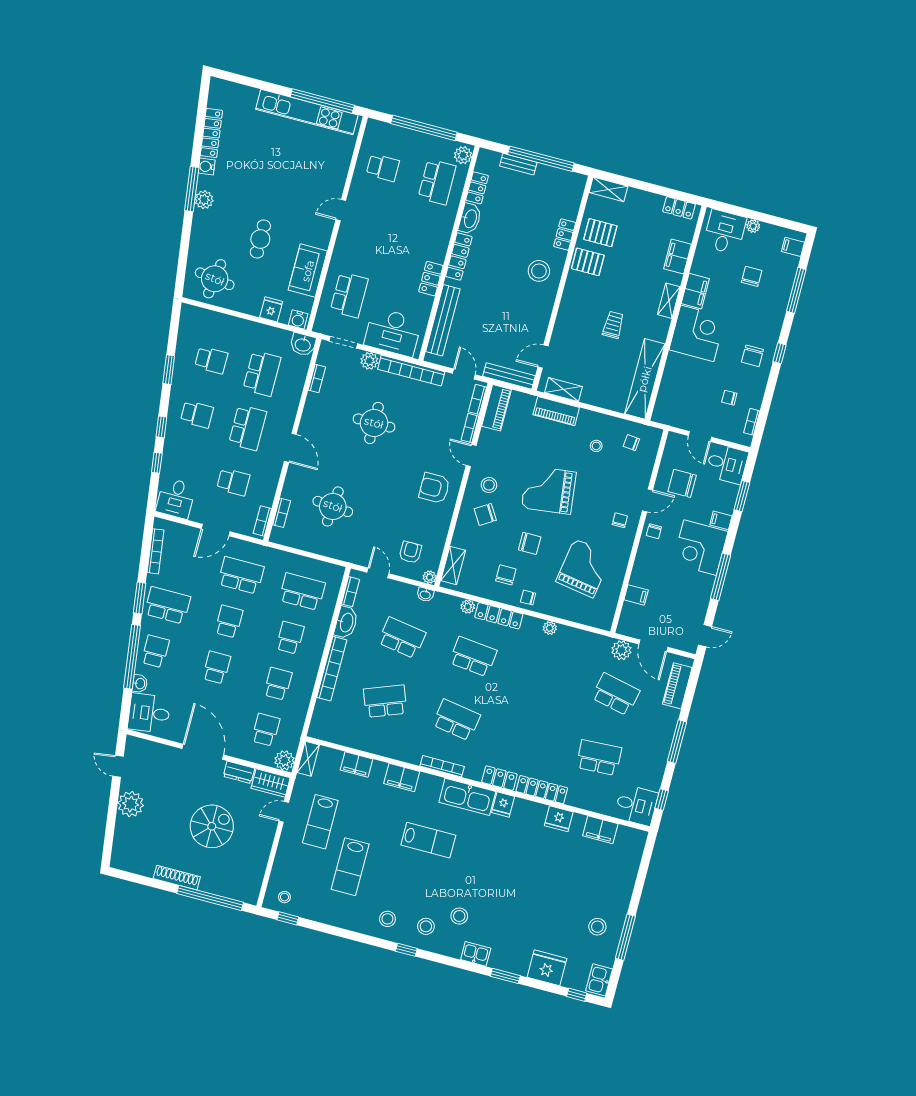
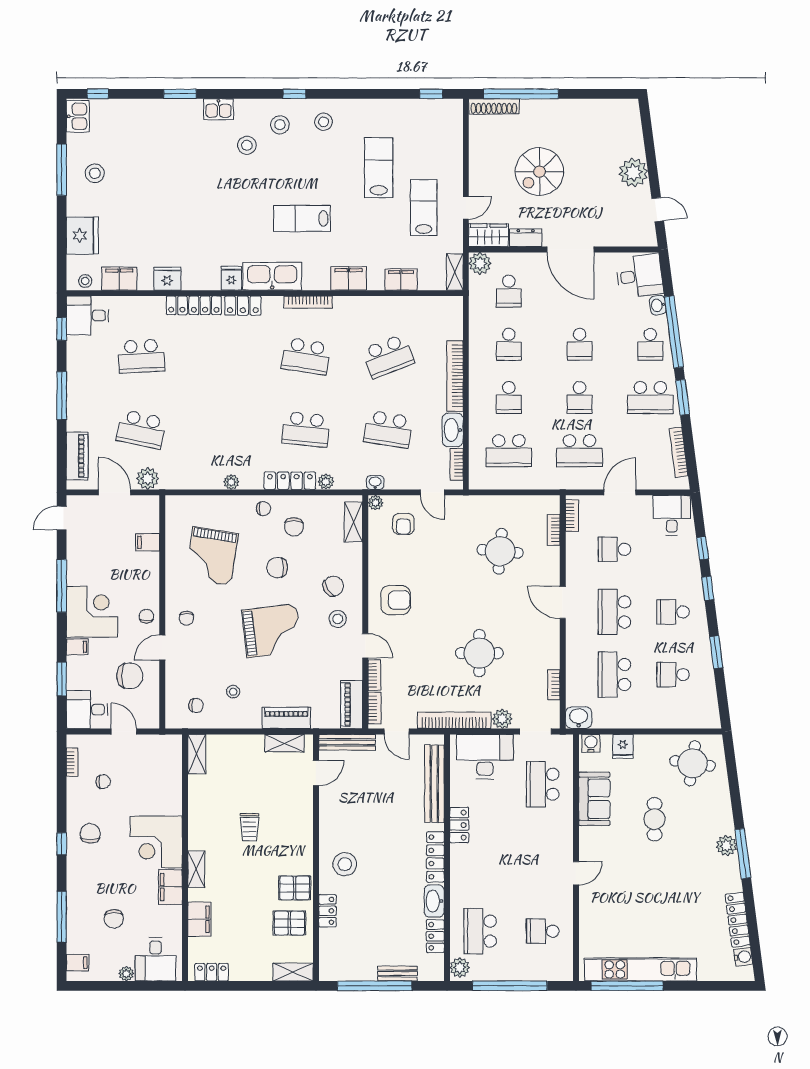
water cooler: (207, 166) -> (743, 957), moved
shelving: (645, 379) -> (197, 754), width x0.45, depth x0.75
shoe rack: (177, 878) -> (494, 106), moved
stool: (284, 897) -> (85, 281), moved
fridge: (547, 968) -> (82, 236), moved, turned -90

